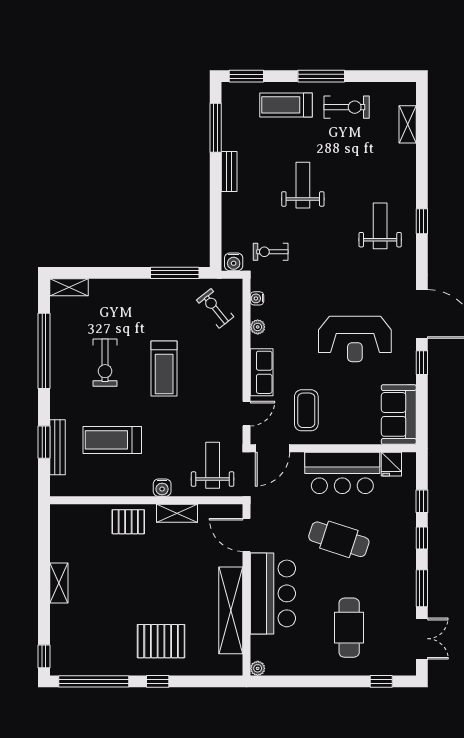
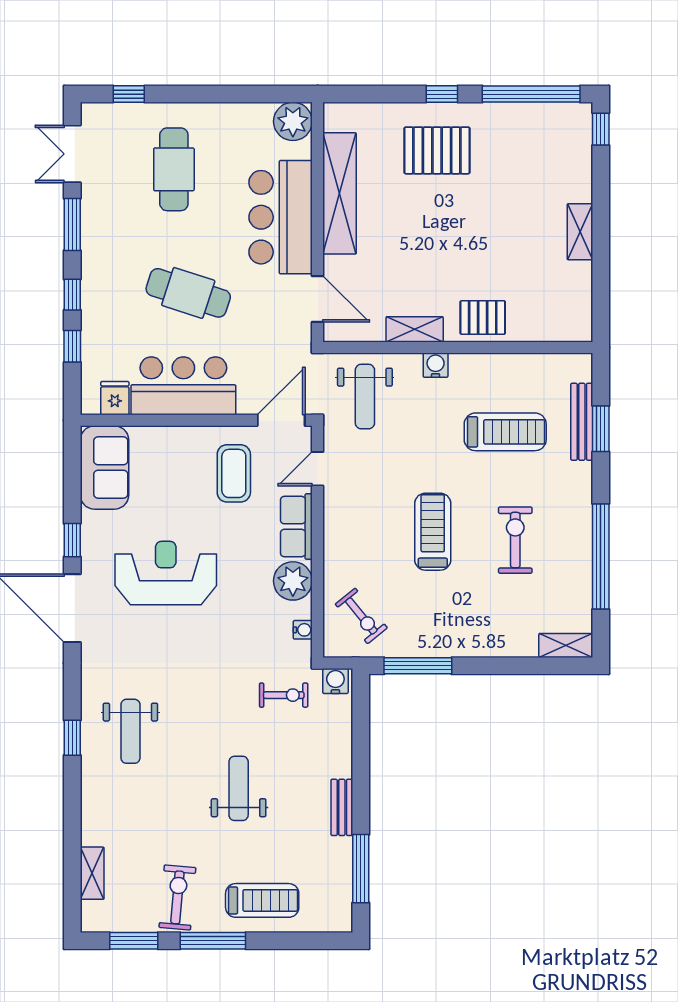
window: (246, 76) -> (134, 941), moved
exercise bike: (347, 107) -> (177, 897), turned 95
weight bench: (303, 185) -> (239, 788), turned 180
plant: (258, 327) -> (293, 581), width x1.88, depth x1.88
plant: (258, 668) -> (293, 121), width x1.87, depth x1.87

